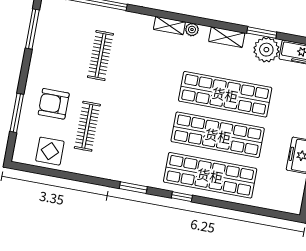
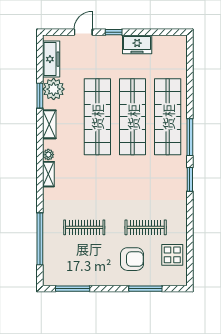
armchair: (54, 104) -> (132, 259), turned -90
window: (182, 197) -> (190, 137), width x2.17

